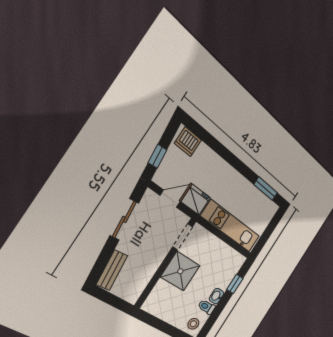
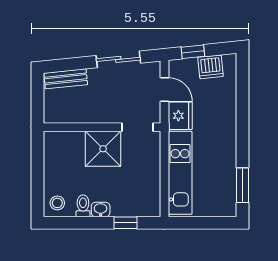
dishwasher: (188, 142) -> (211, 67), moved, turned -96

